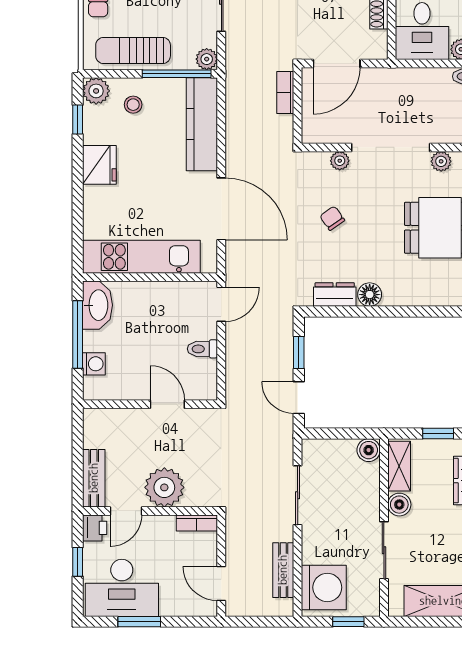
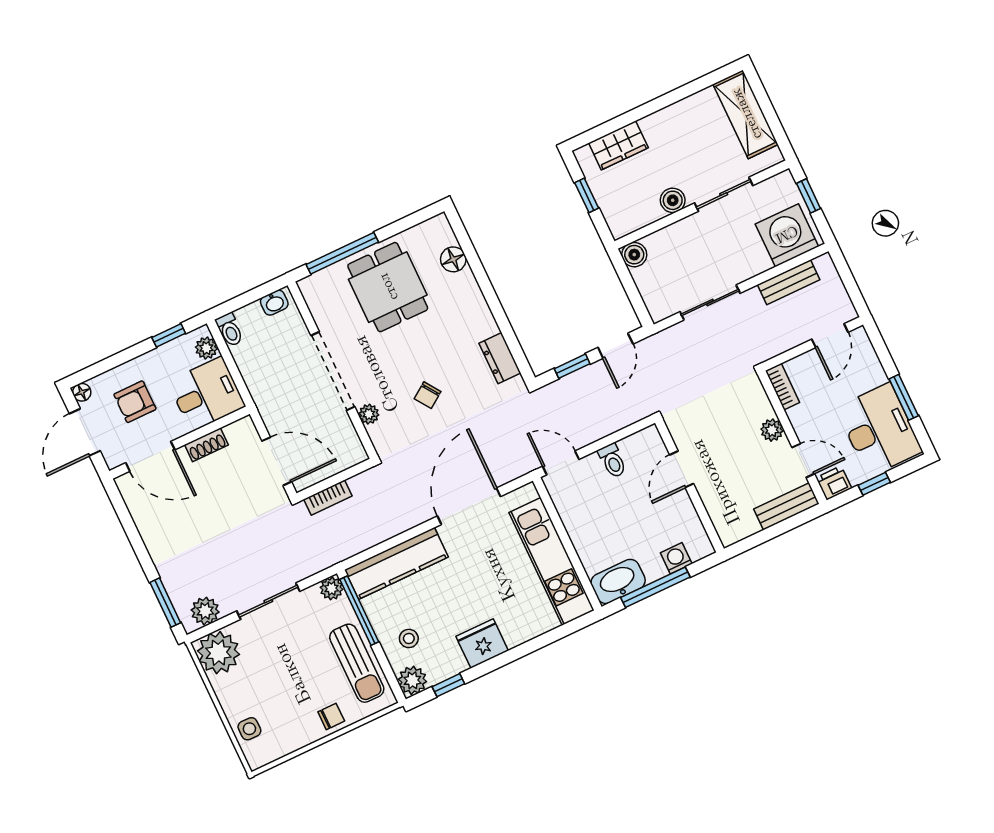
plant: (441, 161) -> (323, 316), removed
floor lamp: (370, 295) -> (453, 259), moved
shelving: (399, 466) -> (636, 218), removed
plant: (164, 487) -> (772, 430), width x0.53, depth x0.53

